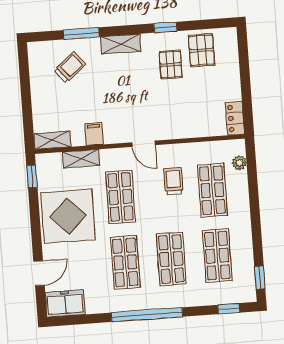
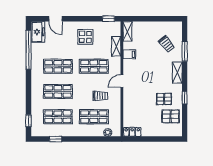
display table: (68, 216) -> (85, 37), width x0.54, depth x0.54
window: (260, 278) -> (55, 139), moved
window: (147, 315) -> (29, 50), moved

